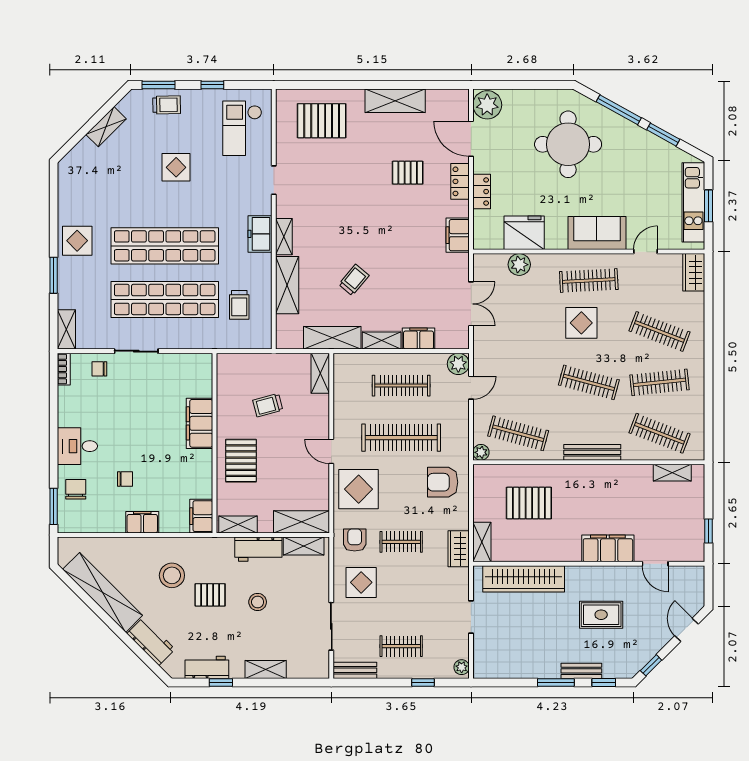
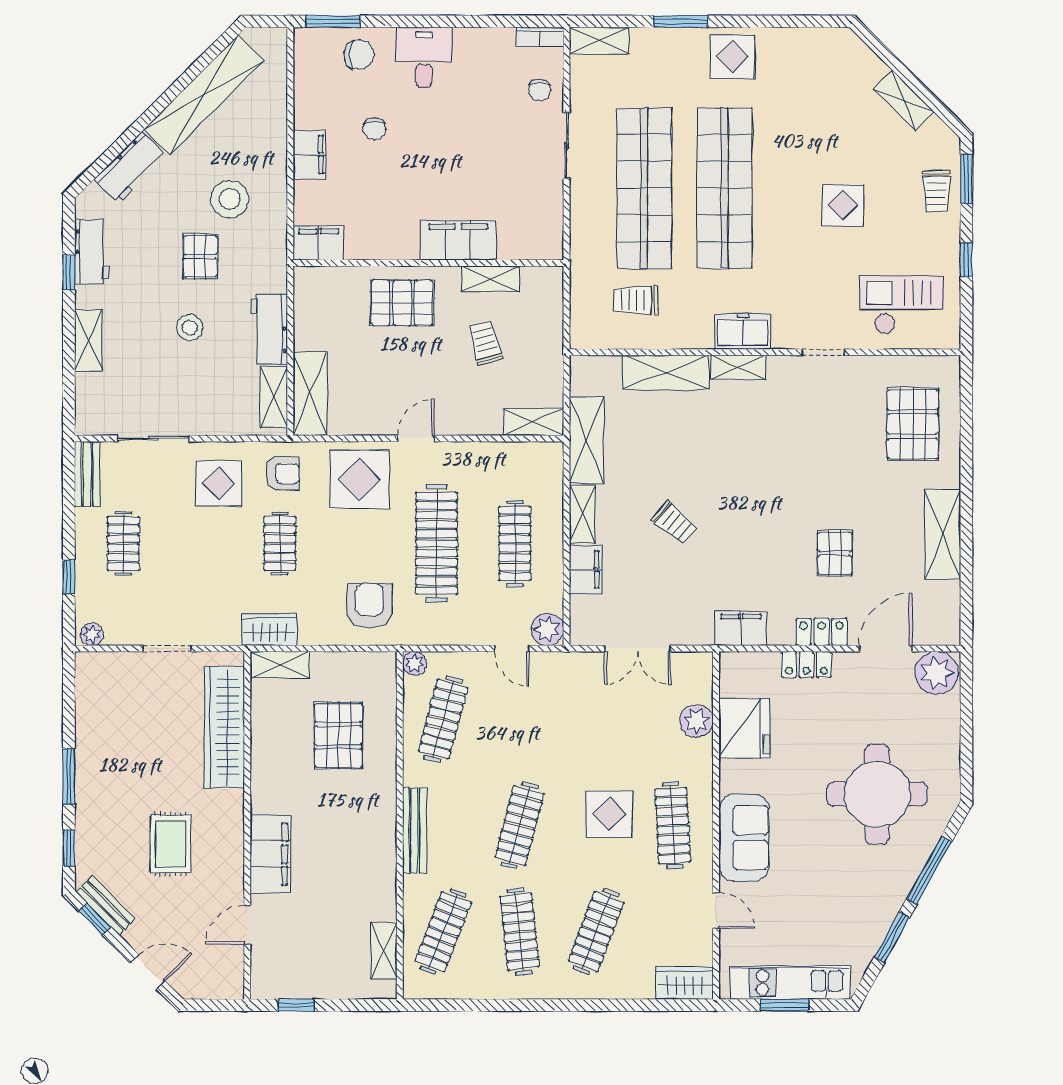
trolley: (354, 280) -> (674, 523), moved
chair: (99, 369) -> (540, 90), turned 180
shelving: (238, 525) -> (490, 279), moved, turned 90
bench: (581, 671) -> (106, 905), moved, turned -45

